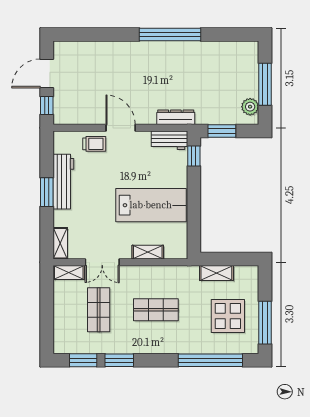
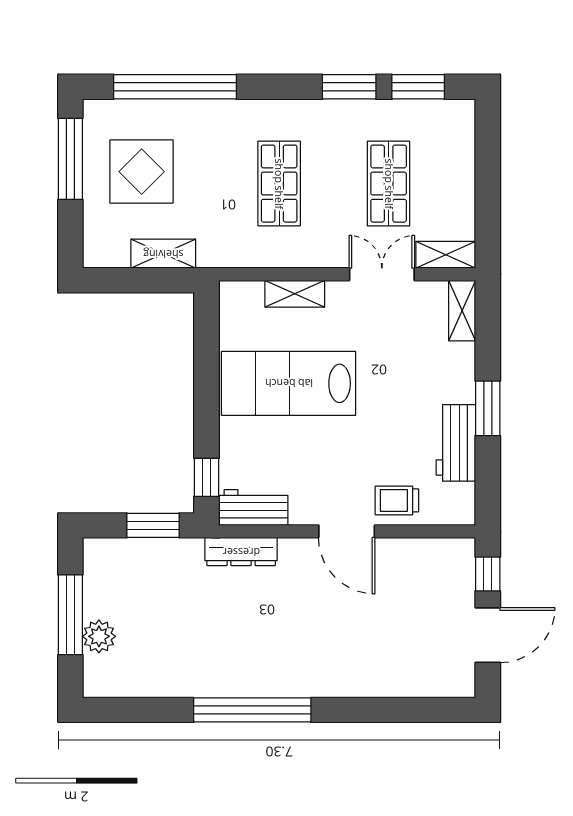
plant: (250, 107) -> (99, 636), moved
workbench: (63, 182) -> (456, 443), width x0.73
shop shelf: (156, 310) -> (279, 184), turned 90

